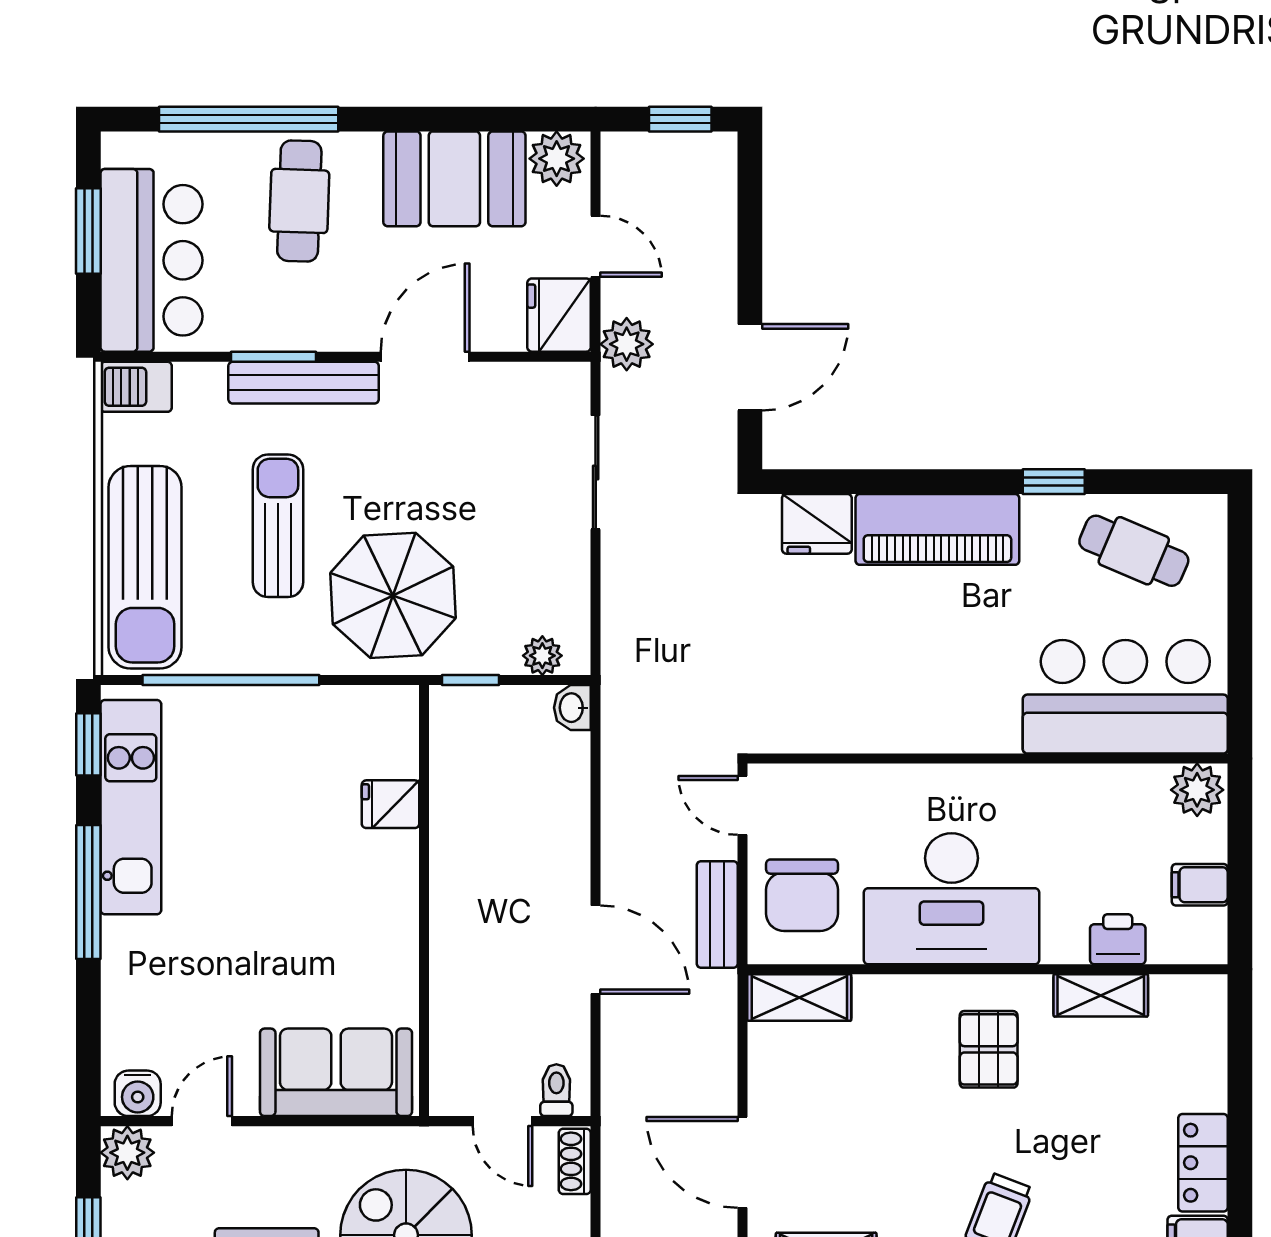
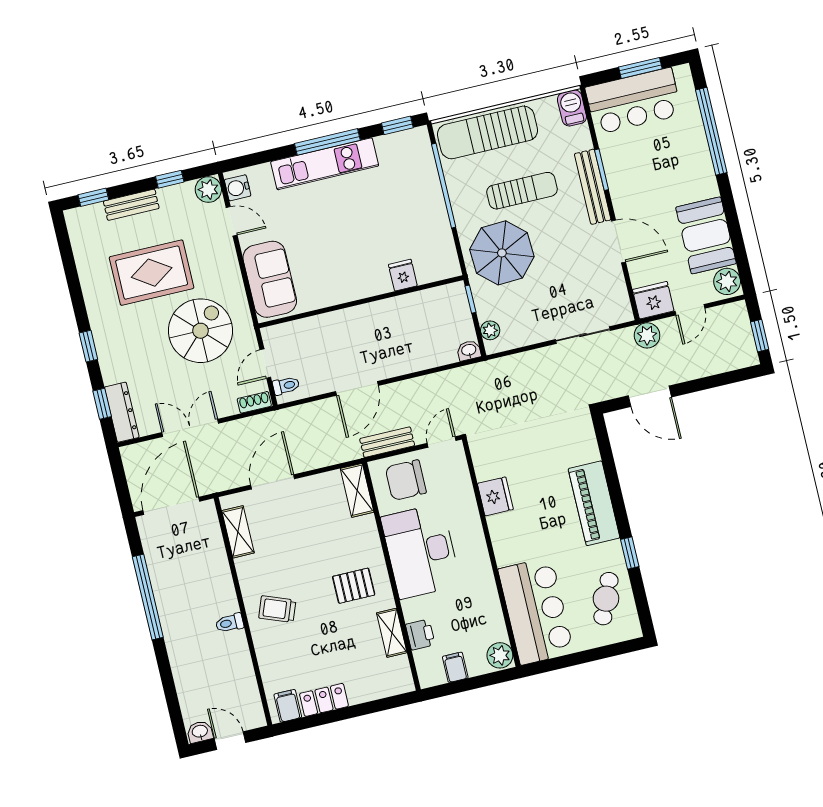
cafe table: (299, 201) -> (678, 164), removed
fridge: (817, 524) -> (495, 496), moved, turned 180
kitchen unit: (131, 807) -> (325, 164), moved

